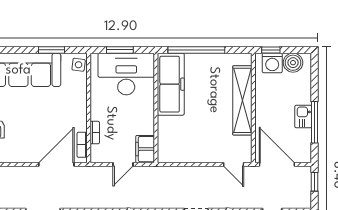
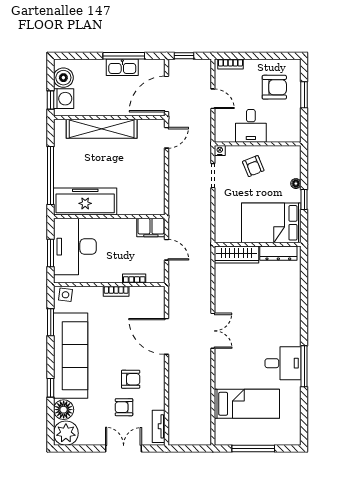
kitchen sink: (303, 117) -> (122, 67), width x1.38
bookcase: (82, 145) -> (116, 291), moved
door: (56, 164) -> (166, 336), moved

